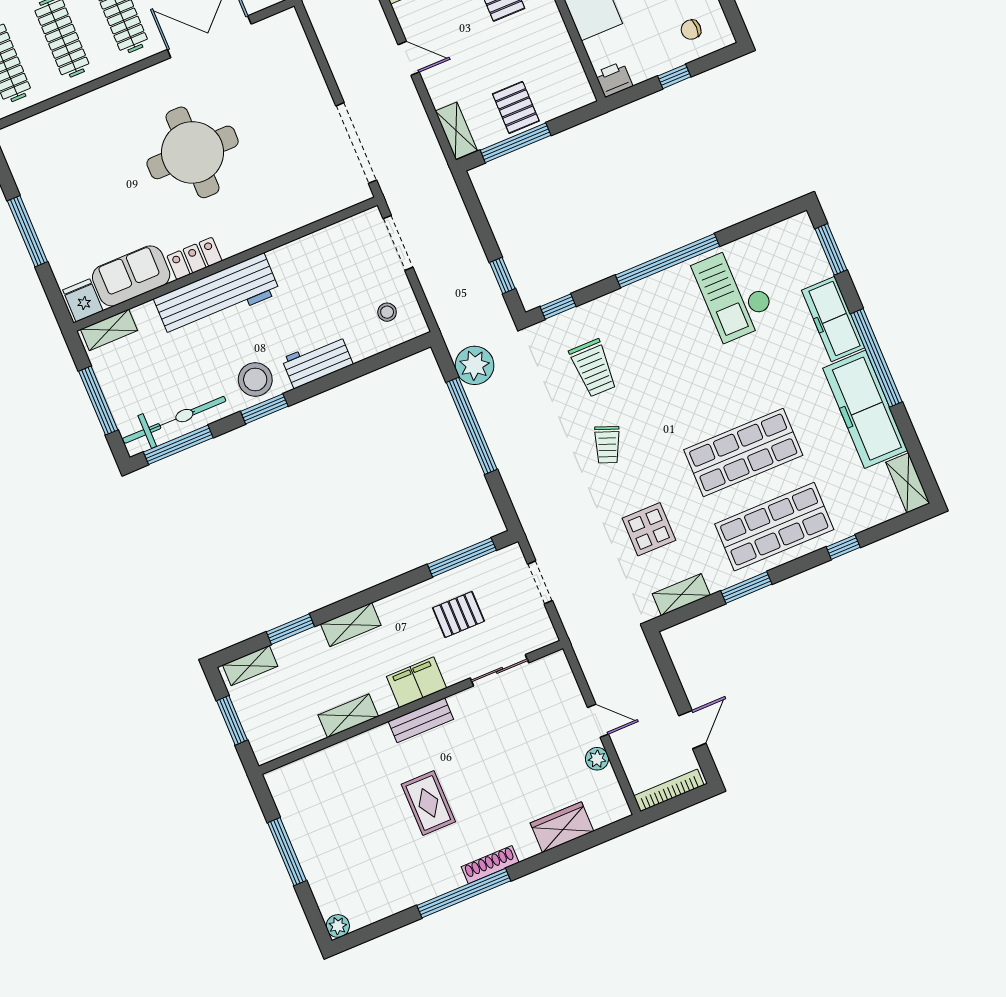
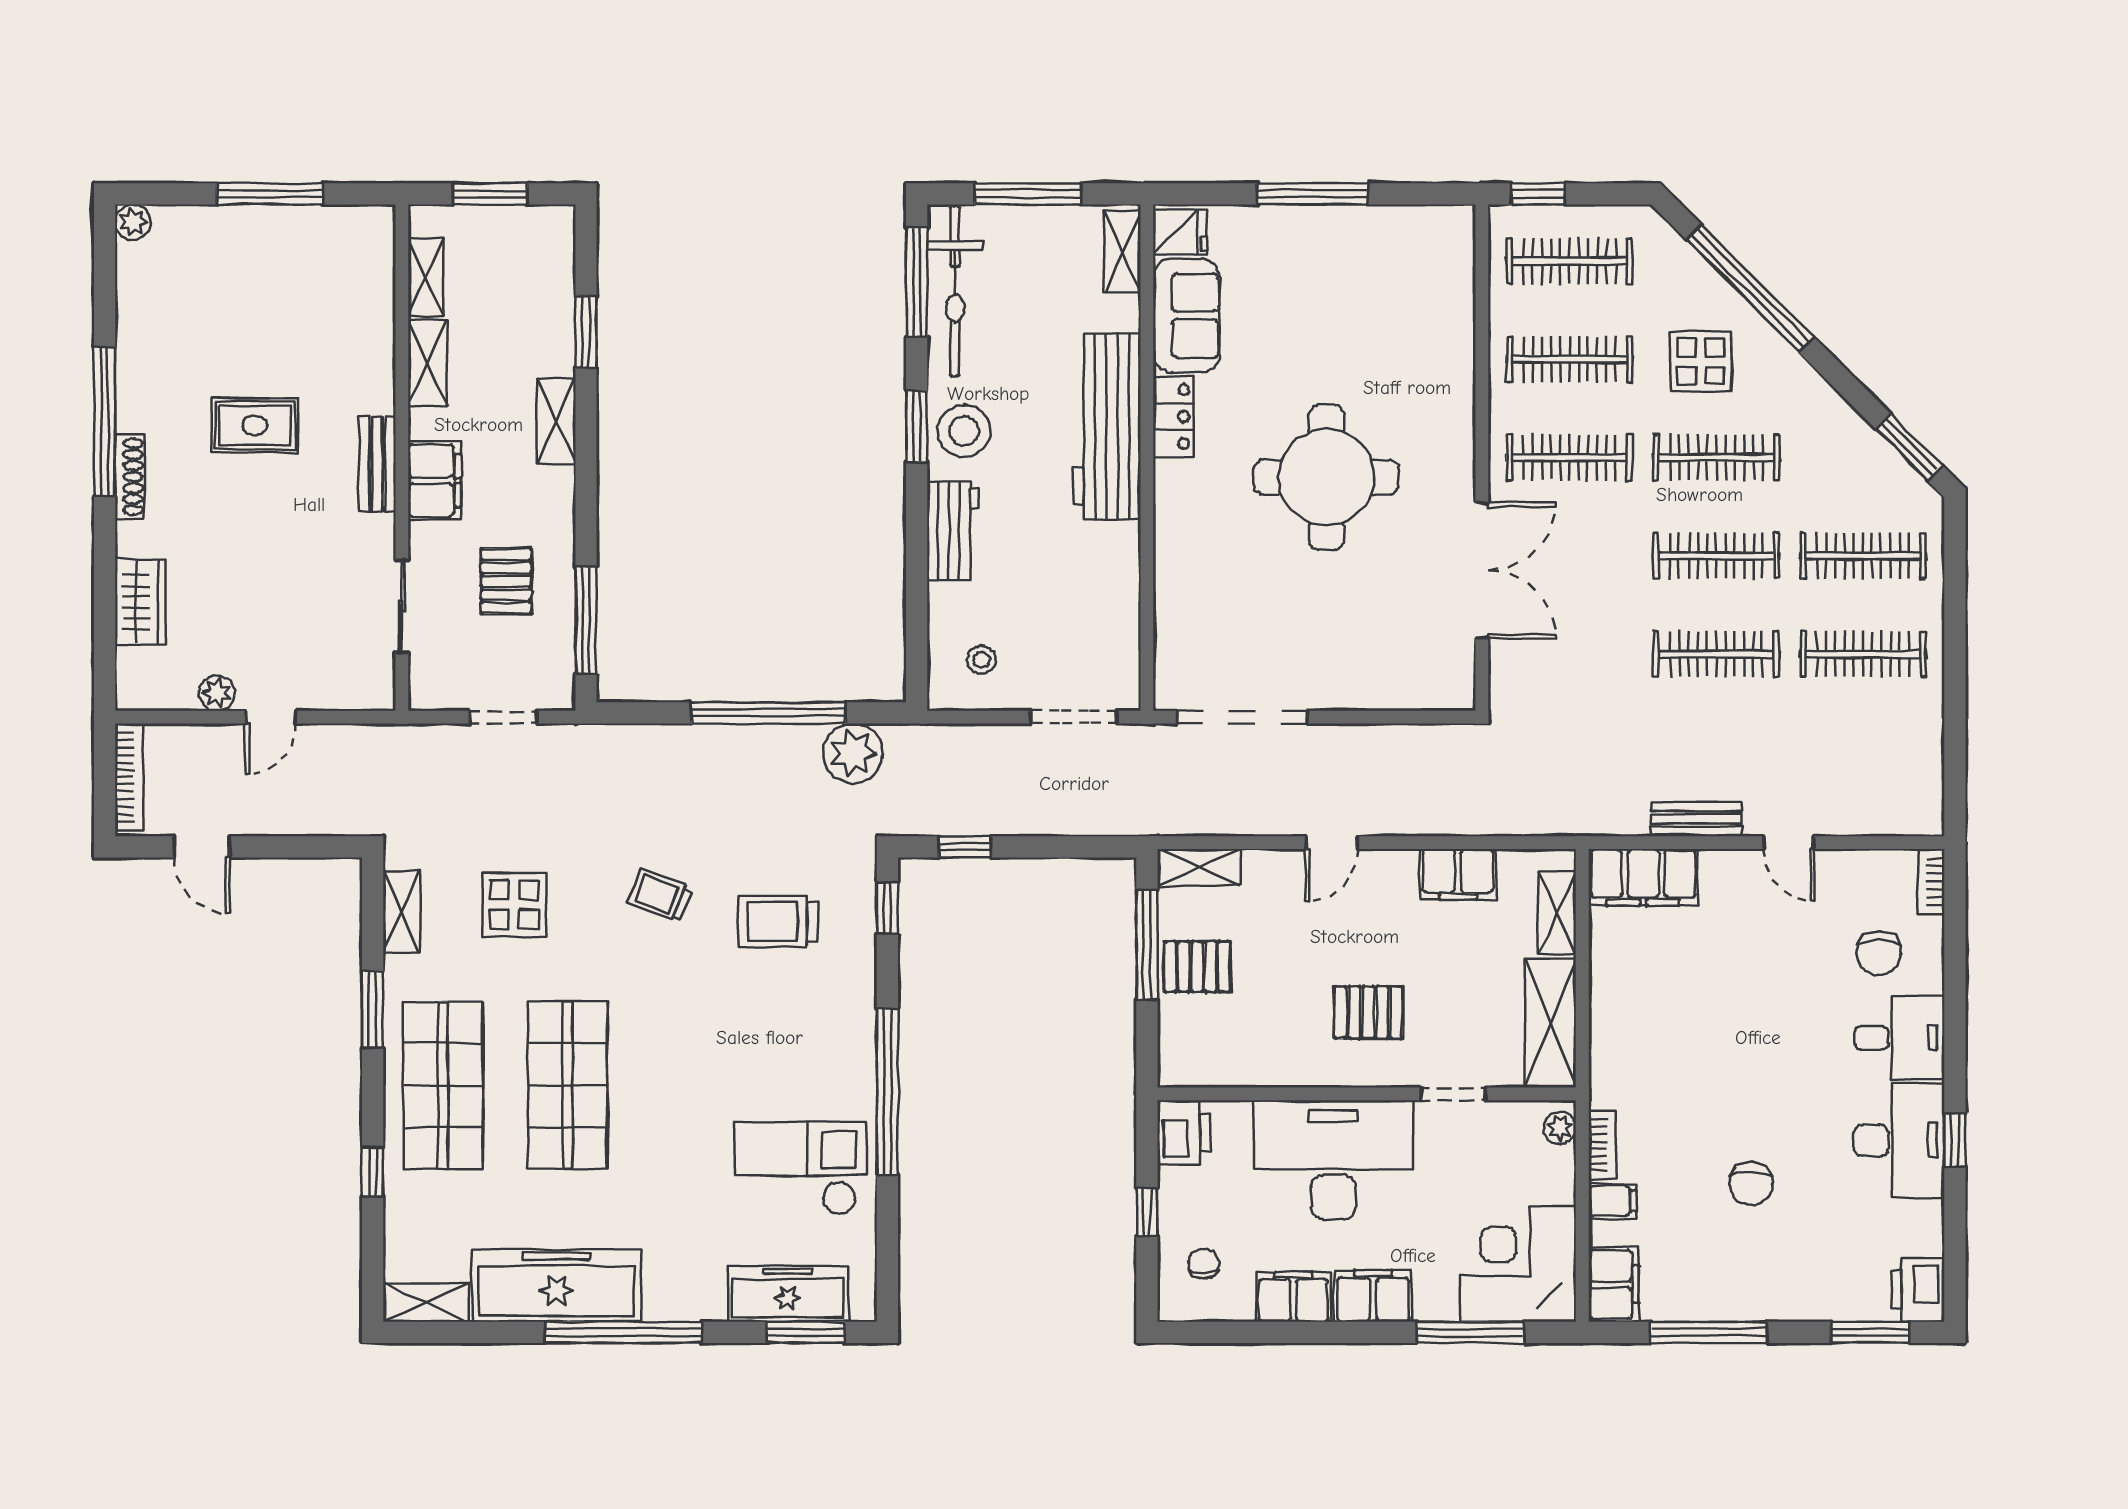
printer: (614, 79) -> (1184, 1132), width x1.36, depth x1.24
freezer: (833, 319) -> (788, 1294), moved
shelving: (250, 666) -> (426, 277), moved

